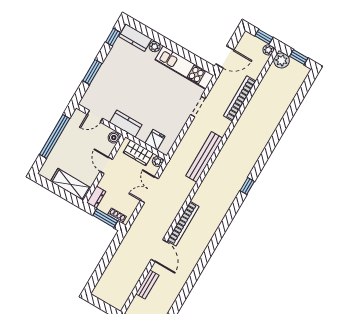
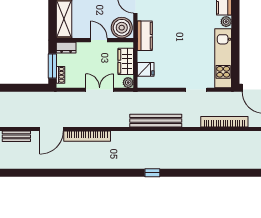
boiler: (114, 138) -> (122, 28), width x1.86, depth x1.86
door: (106, 165) -> (99, 40), hinge flipped

